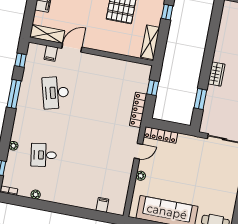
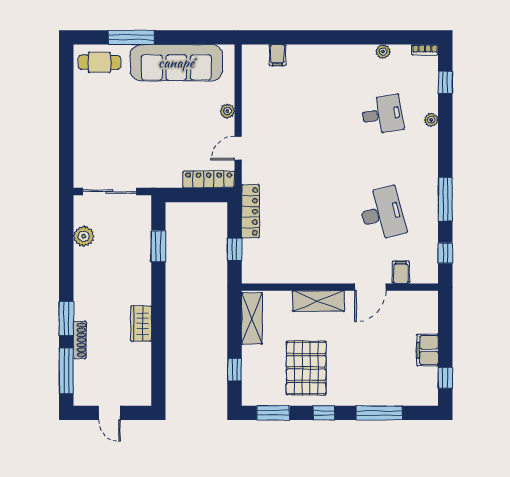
shelving: (47, 34) -> (318, 301), moved
wardrobe: (216, 74) -> (141, 324), moved

